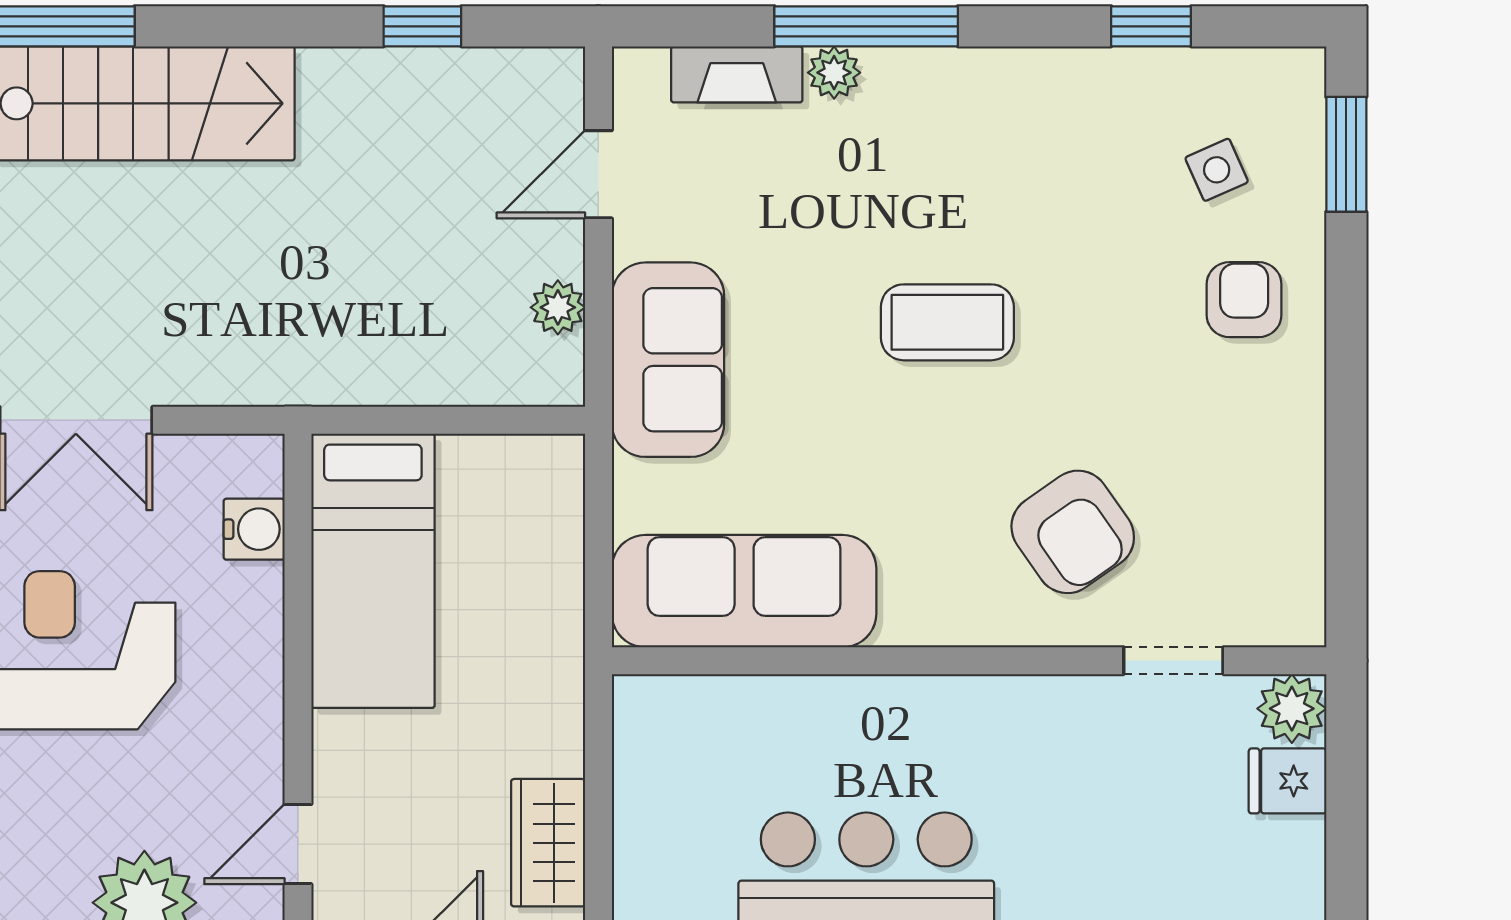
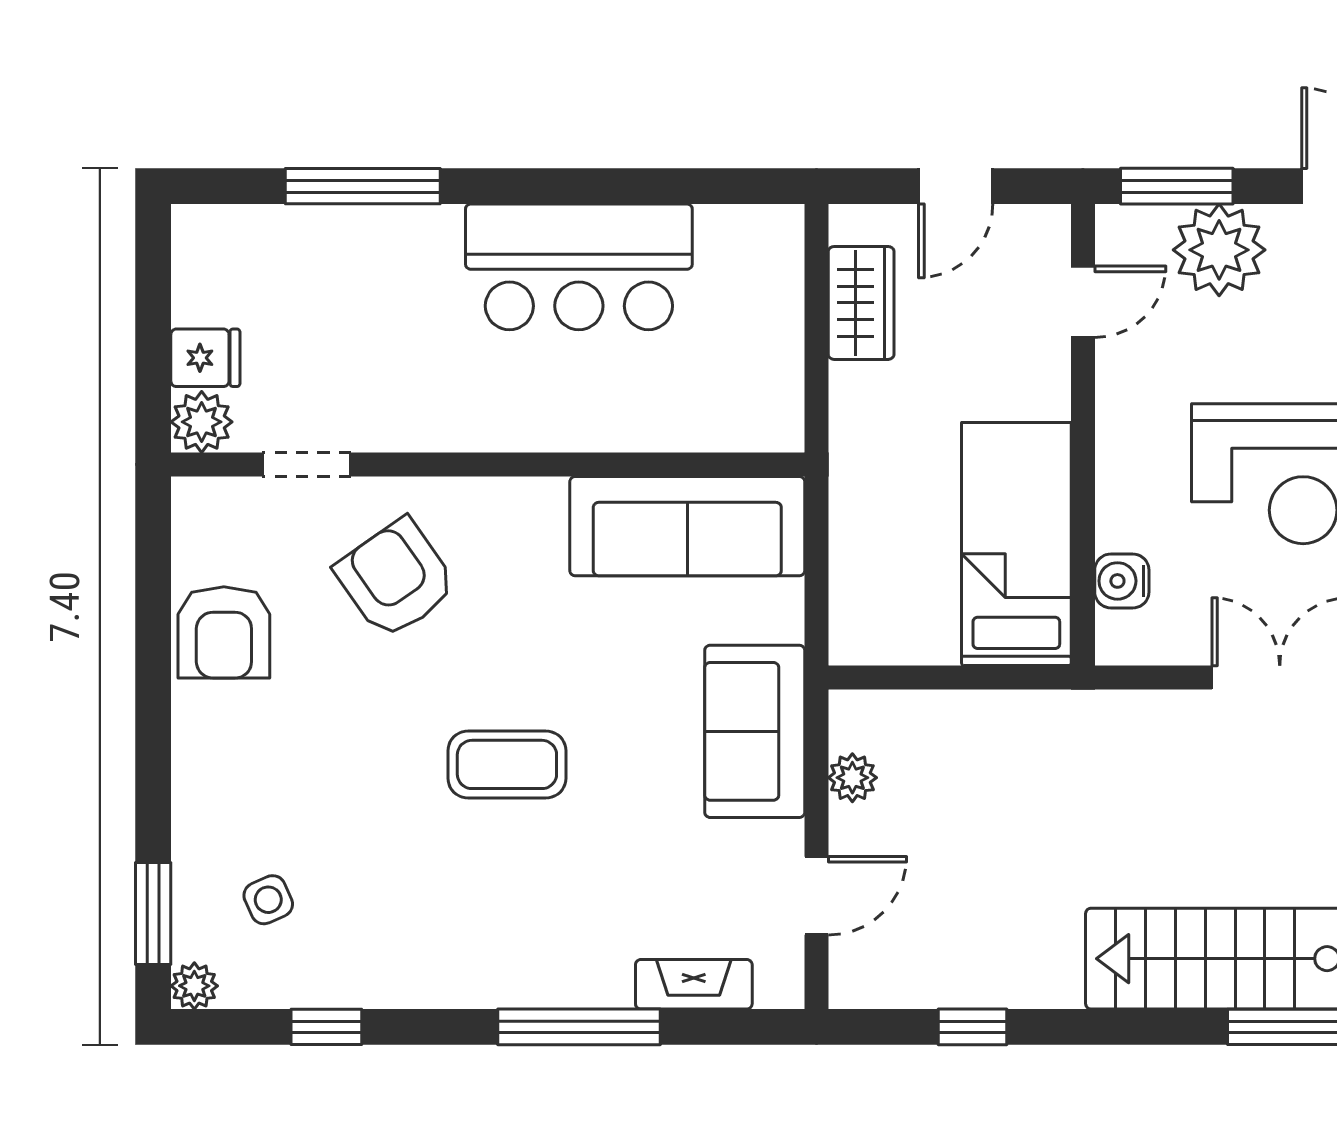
plant: (834, 73) -> (194, 986), moved
armchair: (1244, 300) -> (224, 632), moved, width x1.38, depth x1.38

